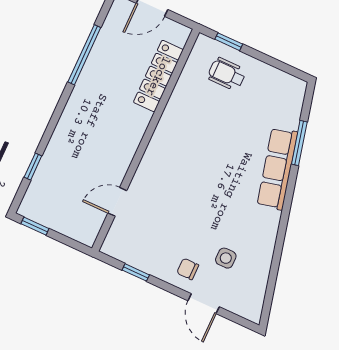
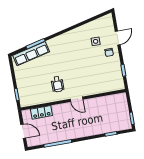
wheelchair: (227, 74) -> (58, 84), moved
locker: (158, 76) -> (41, 112), width x0.66
row of seats: (277, 169) -> (31, 54), moved
door: (117, 202) -> (77, 99), moved

